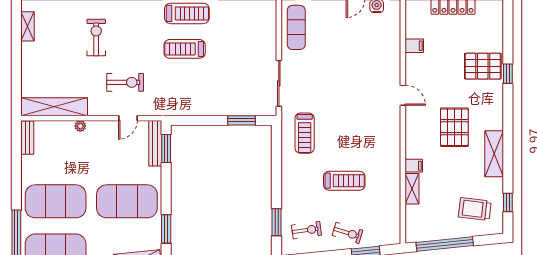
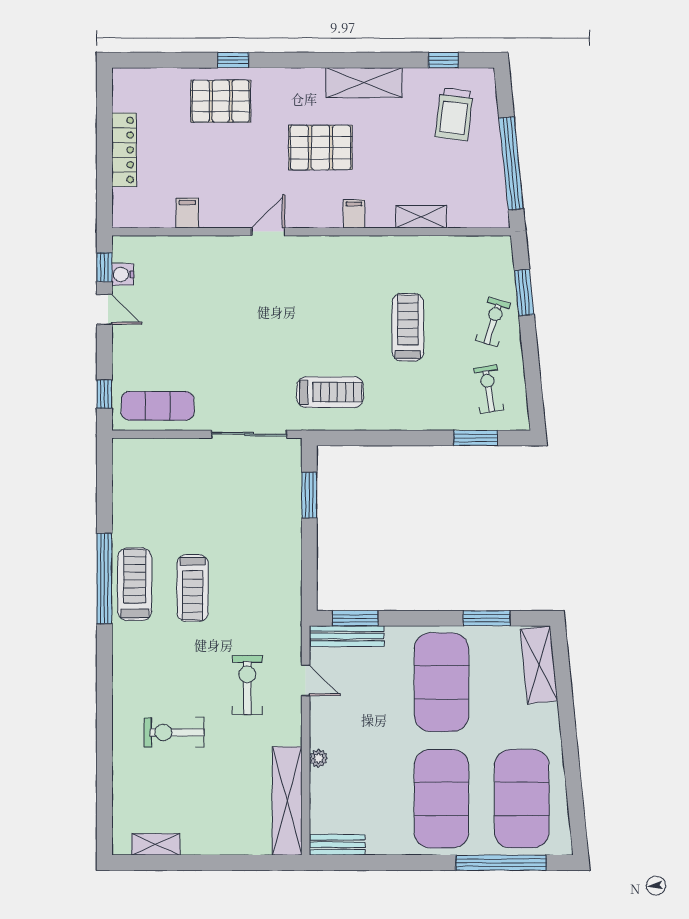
pallet: (483, 66) -> (221, 101), turned 90
filing cabinet: (414, 166) -> (354, 214), moved

